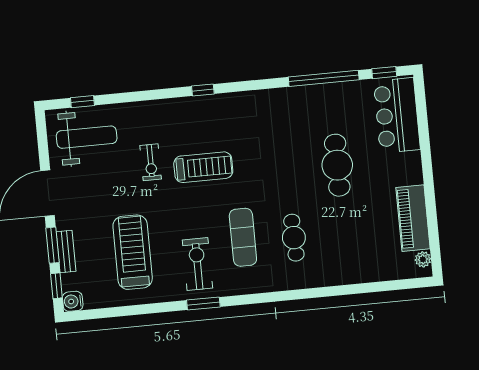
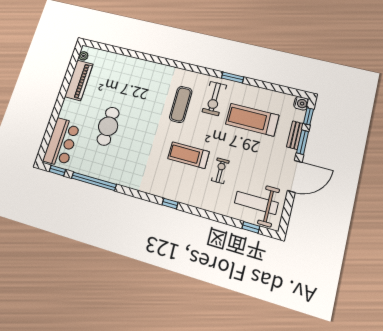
cafe table: (294, 238) -> (151, 94), removed
treadmill: (133, 252) -> (252, 120), turned 90
window: (203, 304) -> (233, 78), moved

